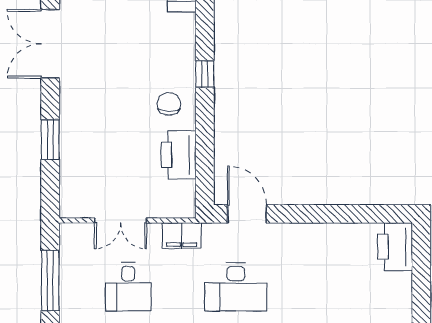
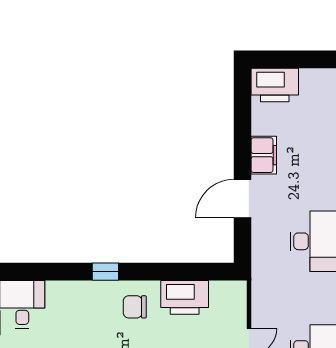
door: (247, 214) -> (242, 199), moved
filing cabinet: (182, 236) -> (264, 155), moved

